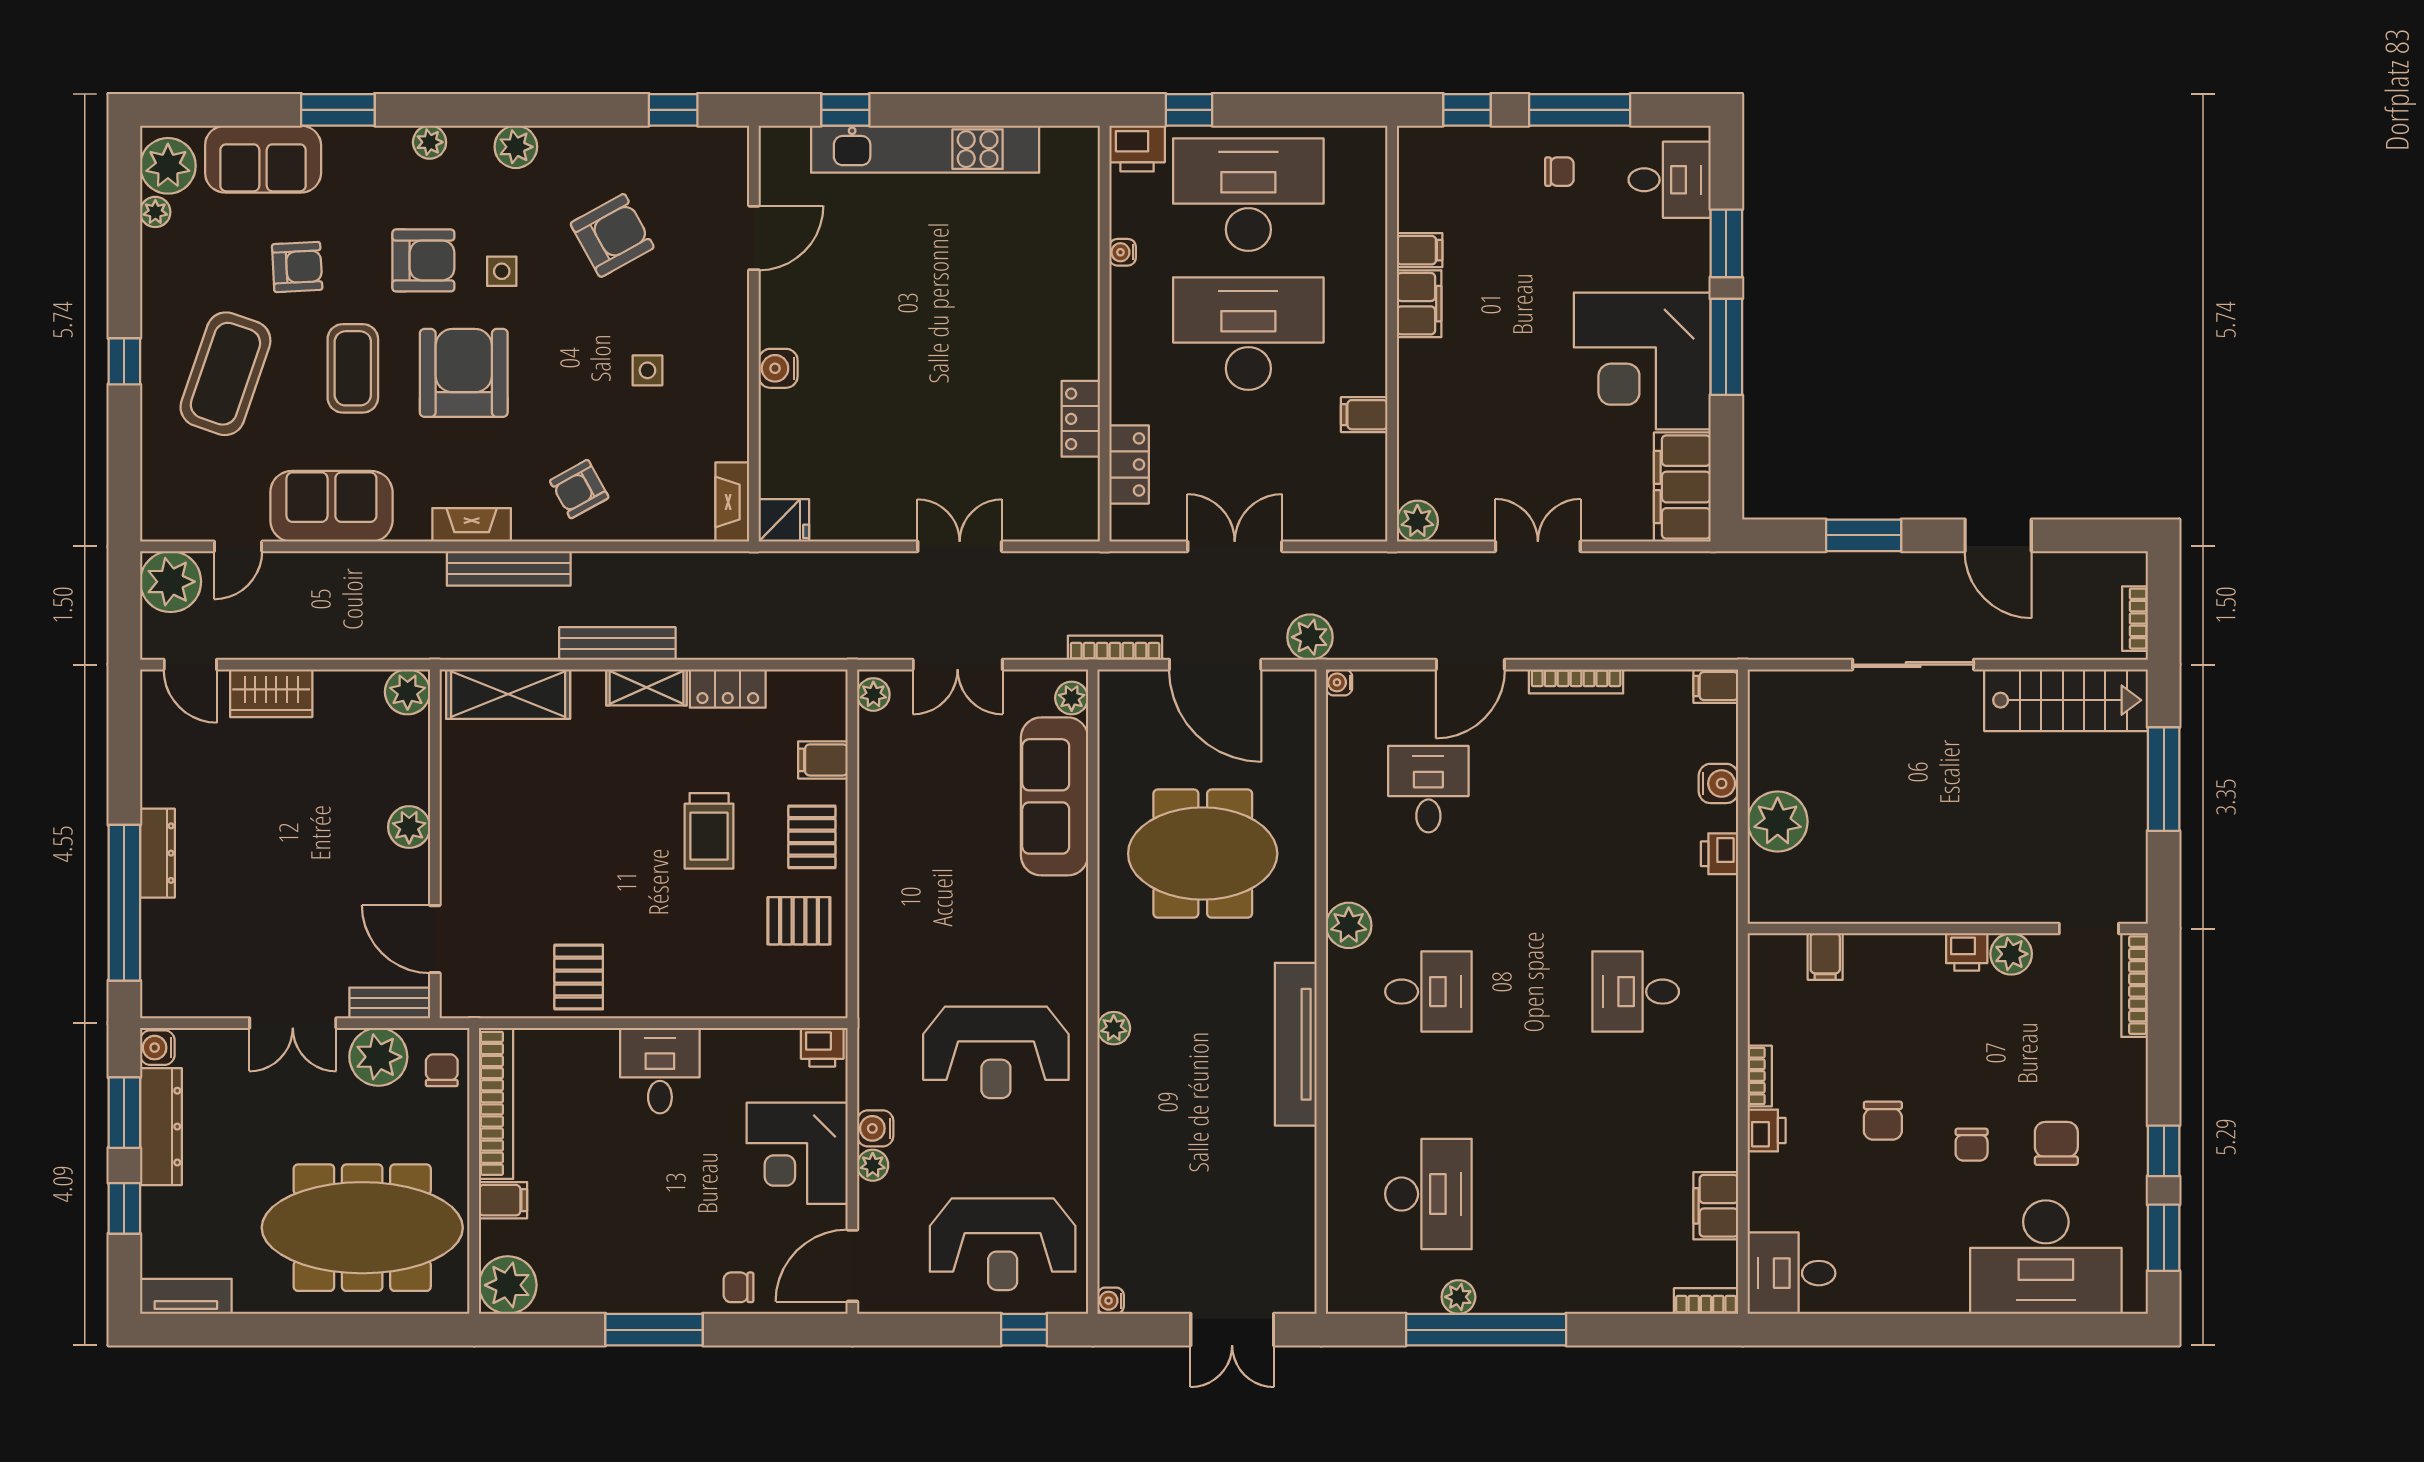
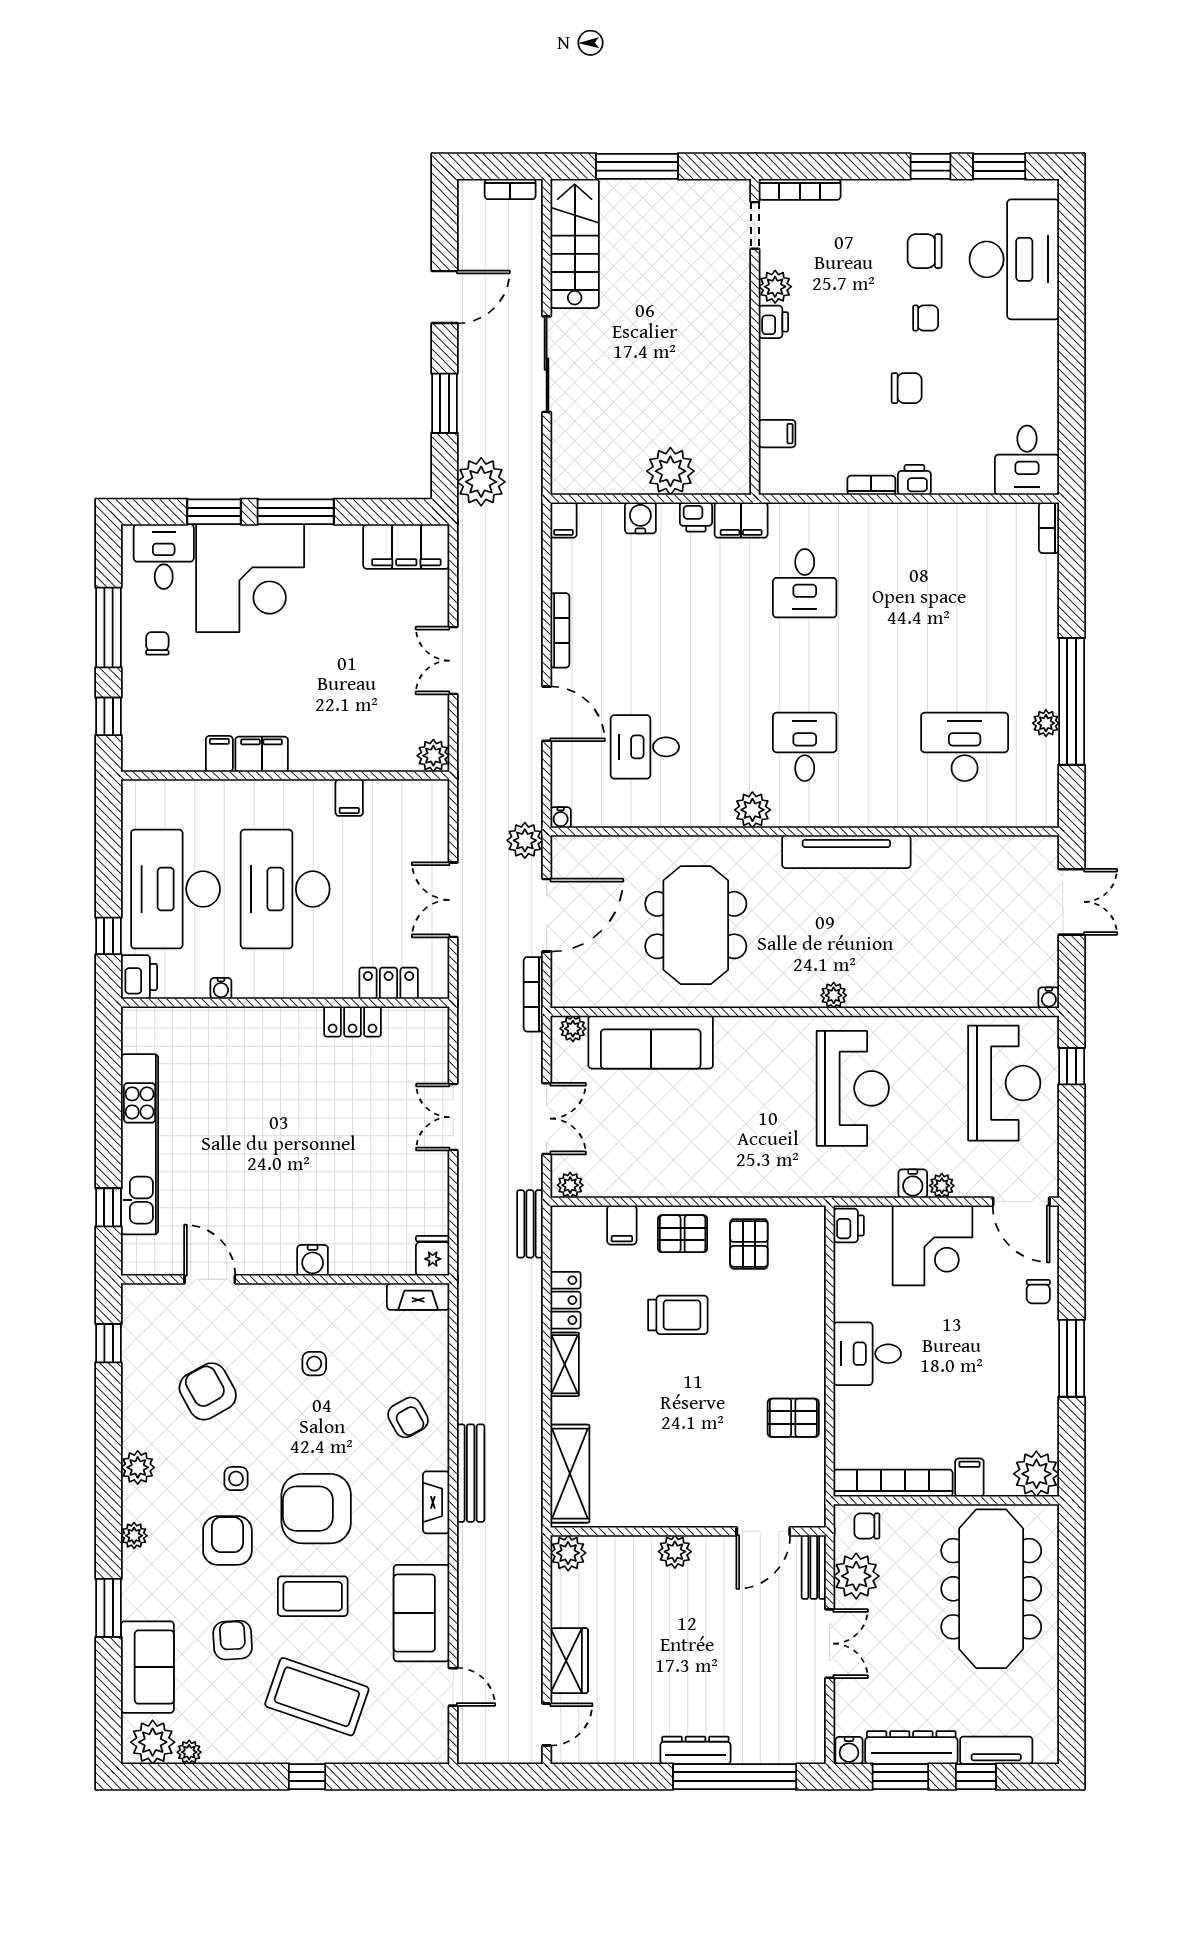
corner desk: (1642, 361) -> (250, 578), moved
plant: (171, 582) -> (481, 482), moved
bench: (617, 644) -> (530, 1224), moved, width x0.73
filing cabinet: (1716, 1206) -> (741, 520), moved
tv unit: (186, 1296) -> (996, 1750), moved, turned 90

